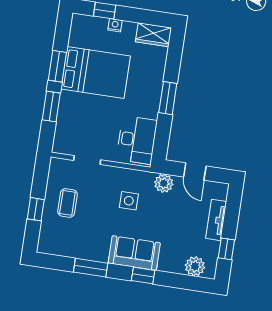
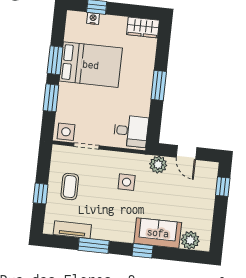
nightstand: (115, 25) -> (93, 19), moved
desk: (137, 140) -> (131, 131), width x0.73
side table: (66, 144) -> (66, 132), added
tv unit: (216, 220) -> (72, 230), moved, turned 90
window: (226, 249) -> (223, 187), moved
sofa: (134, 253) -> (158, 233), moved

